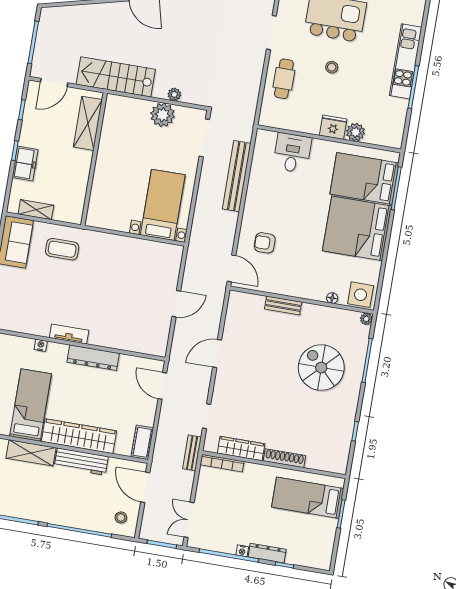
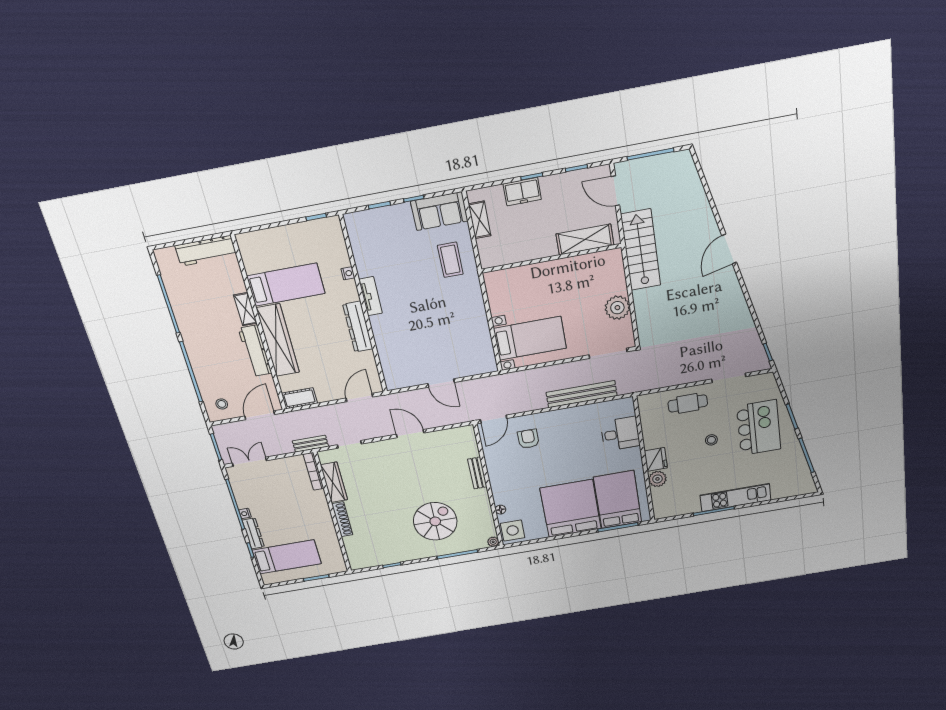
plant: (174, 94) -> (641, 312), removed
shelving: (31, 453) -> (245, 309), width x0.67, depth x0.75
bed: (308, 498) -> (287, 557), moved, turned 90

